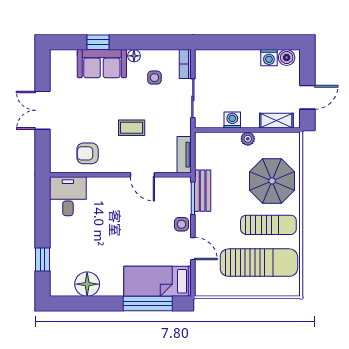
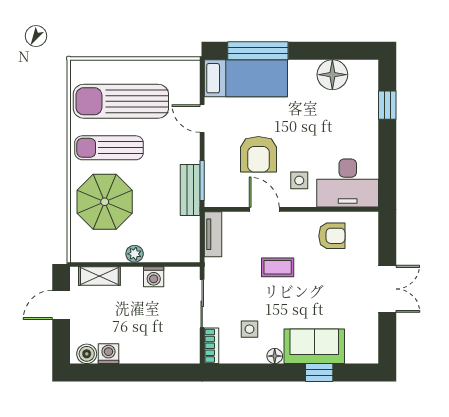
desk: (68, 196) -> (348, 183), width x1.37
armchair: (147, 220) -> (258, 154), added
side table: (181, 224) -> (299, 180), moved

